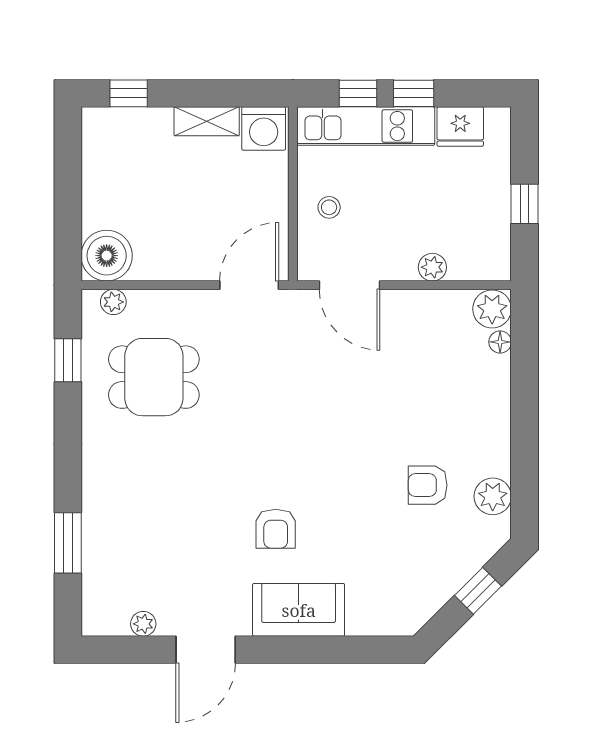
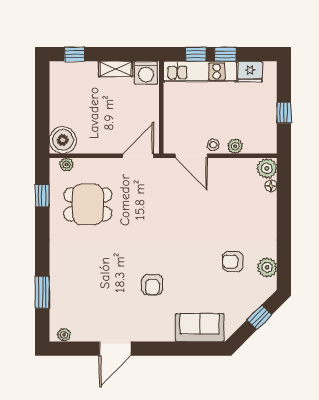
stool: (329, 207) -> (213, 145), moved
sofa: (299, 610) -> (200, 328), moved
plant: (143, 624) -> (64, 335), moved

